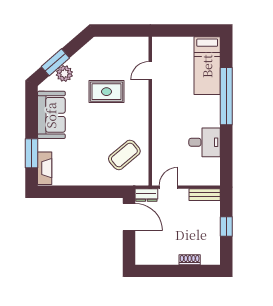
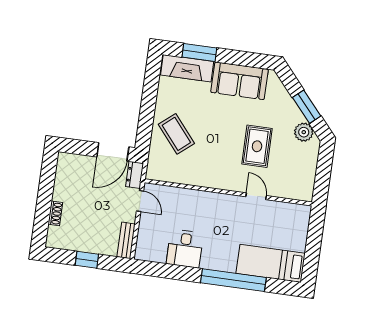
window: (55, 62) -> (307, 107), moved
door: (150, 71) -> (256, 196), moved
plant: (64, 74) -> (304, 132), moved
coffee table: (124, 155) -> (176, 134), moved
fireplace: (45, 168) -> (187, 68), width x1.37, depth x1.32

